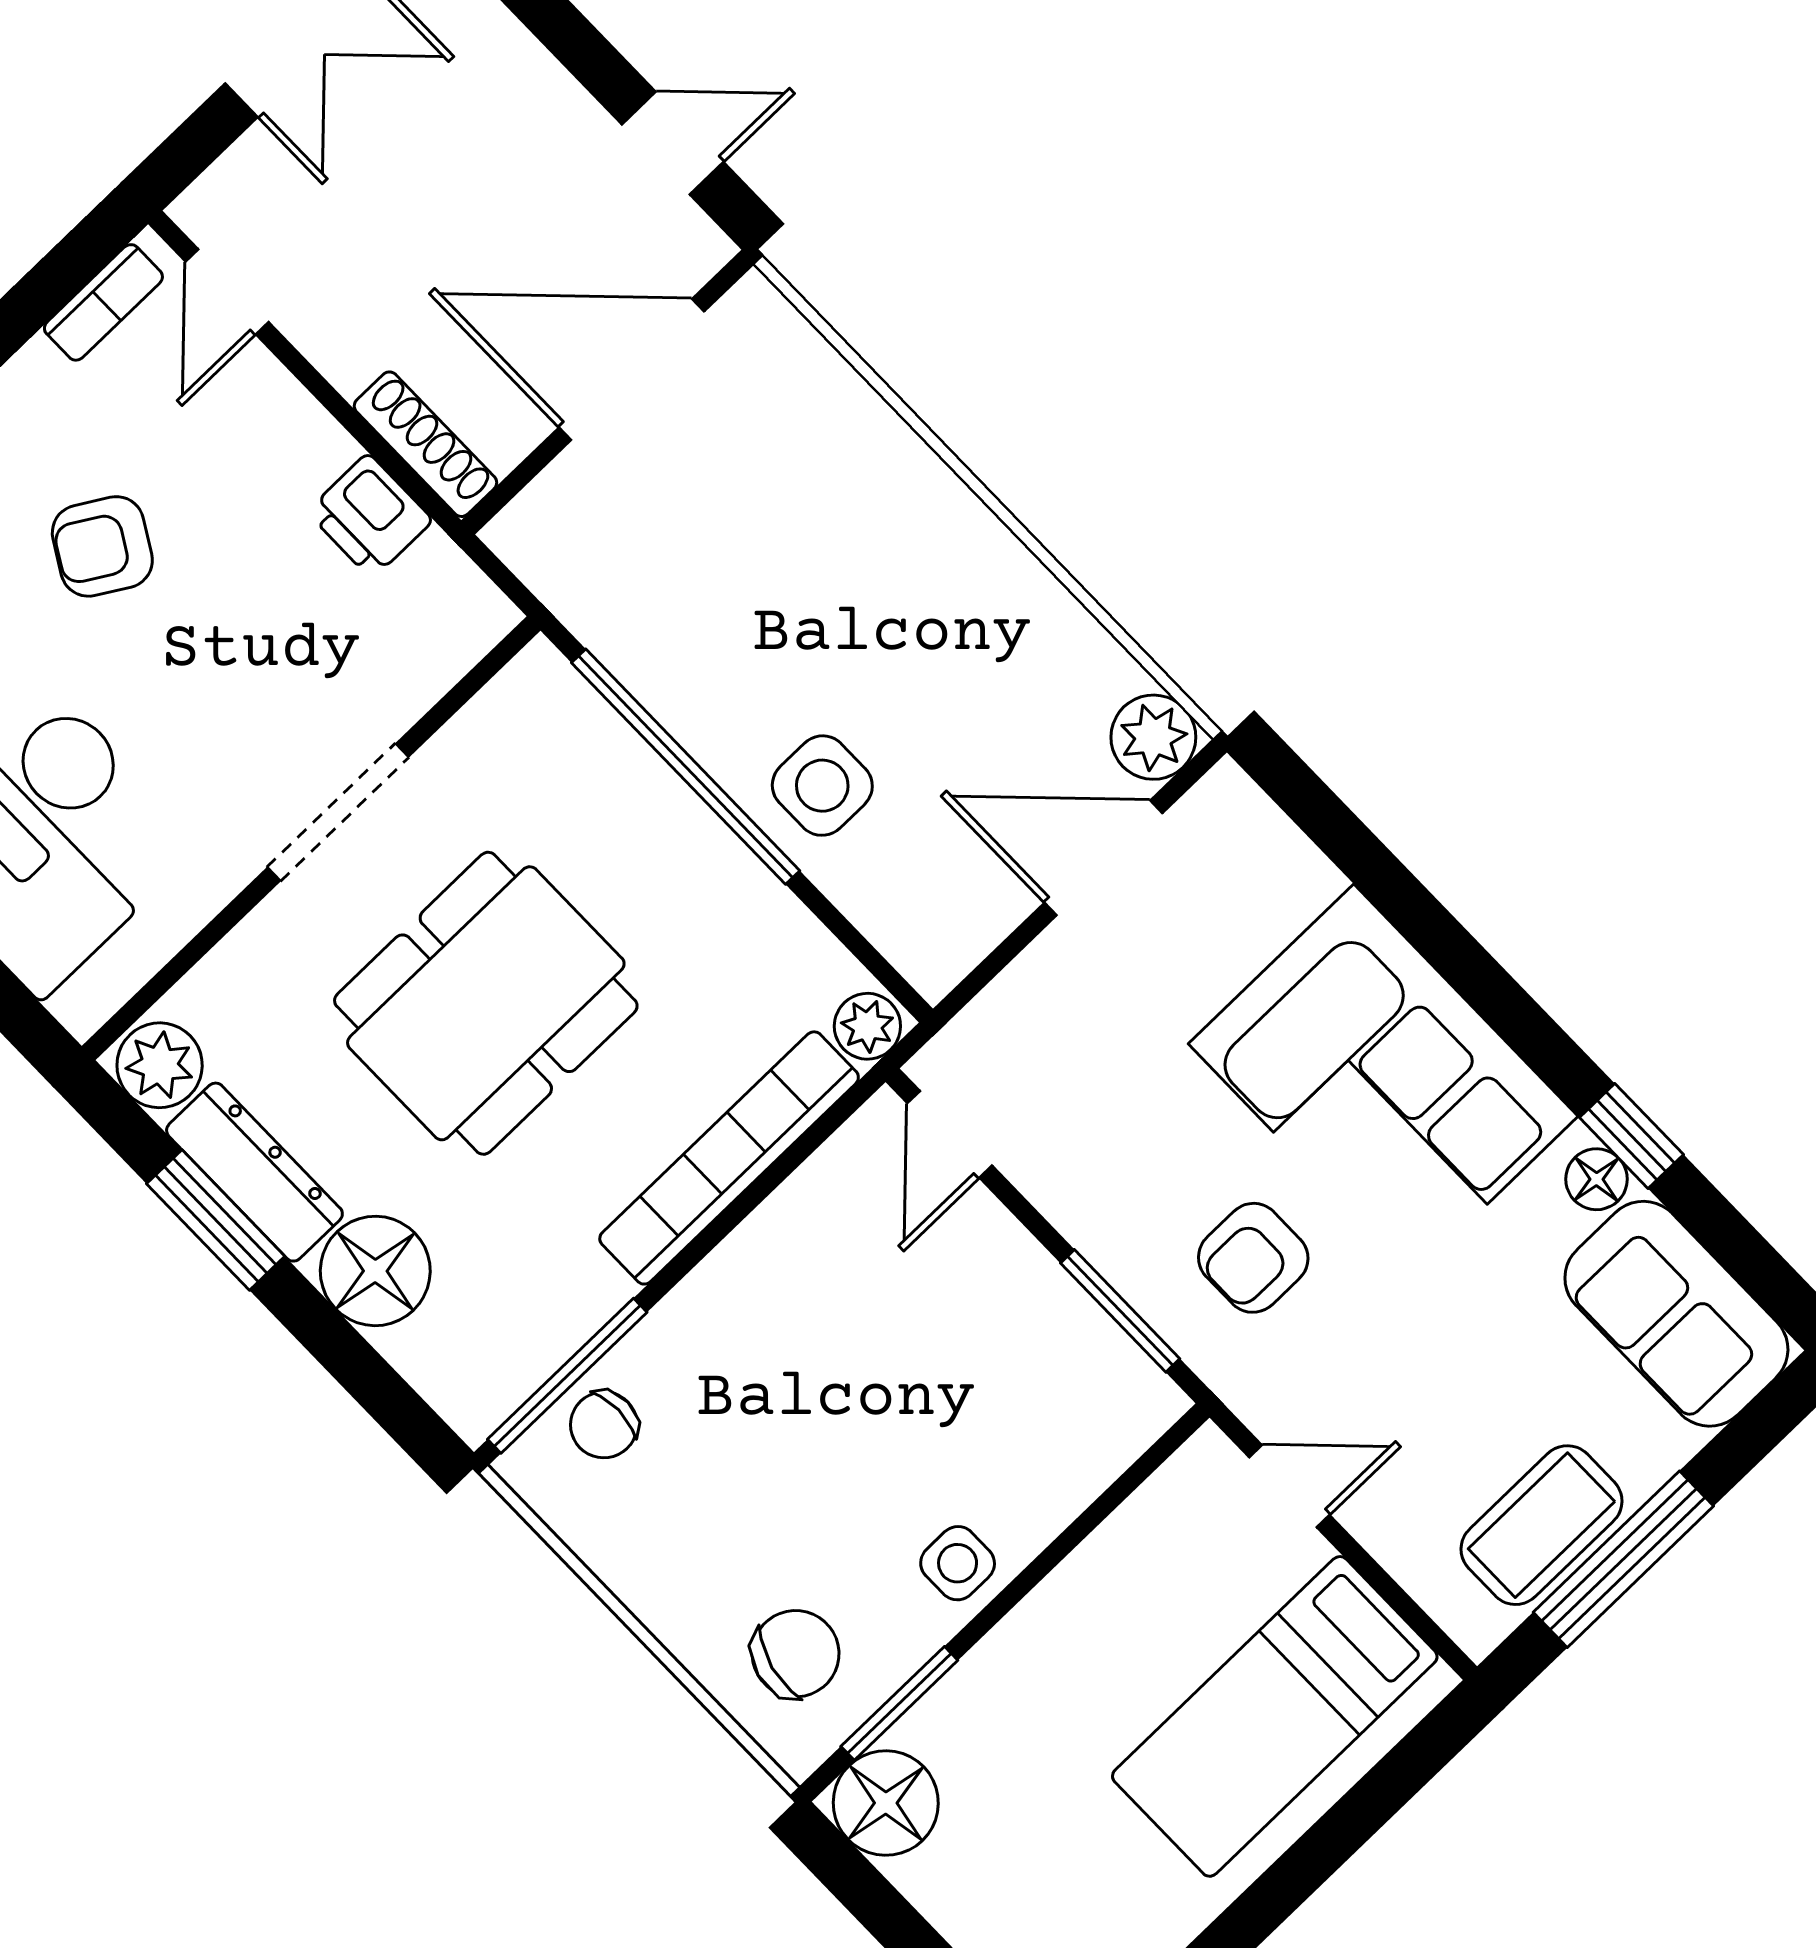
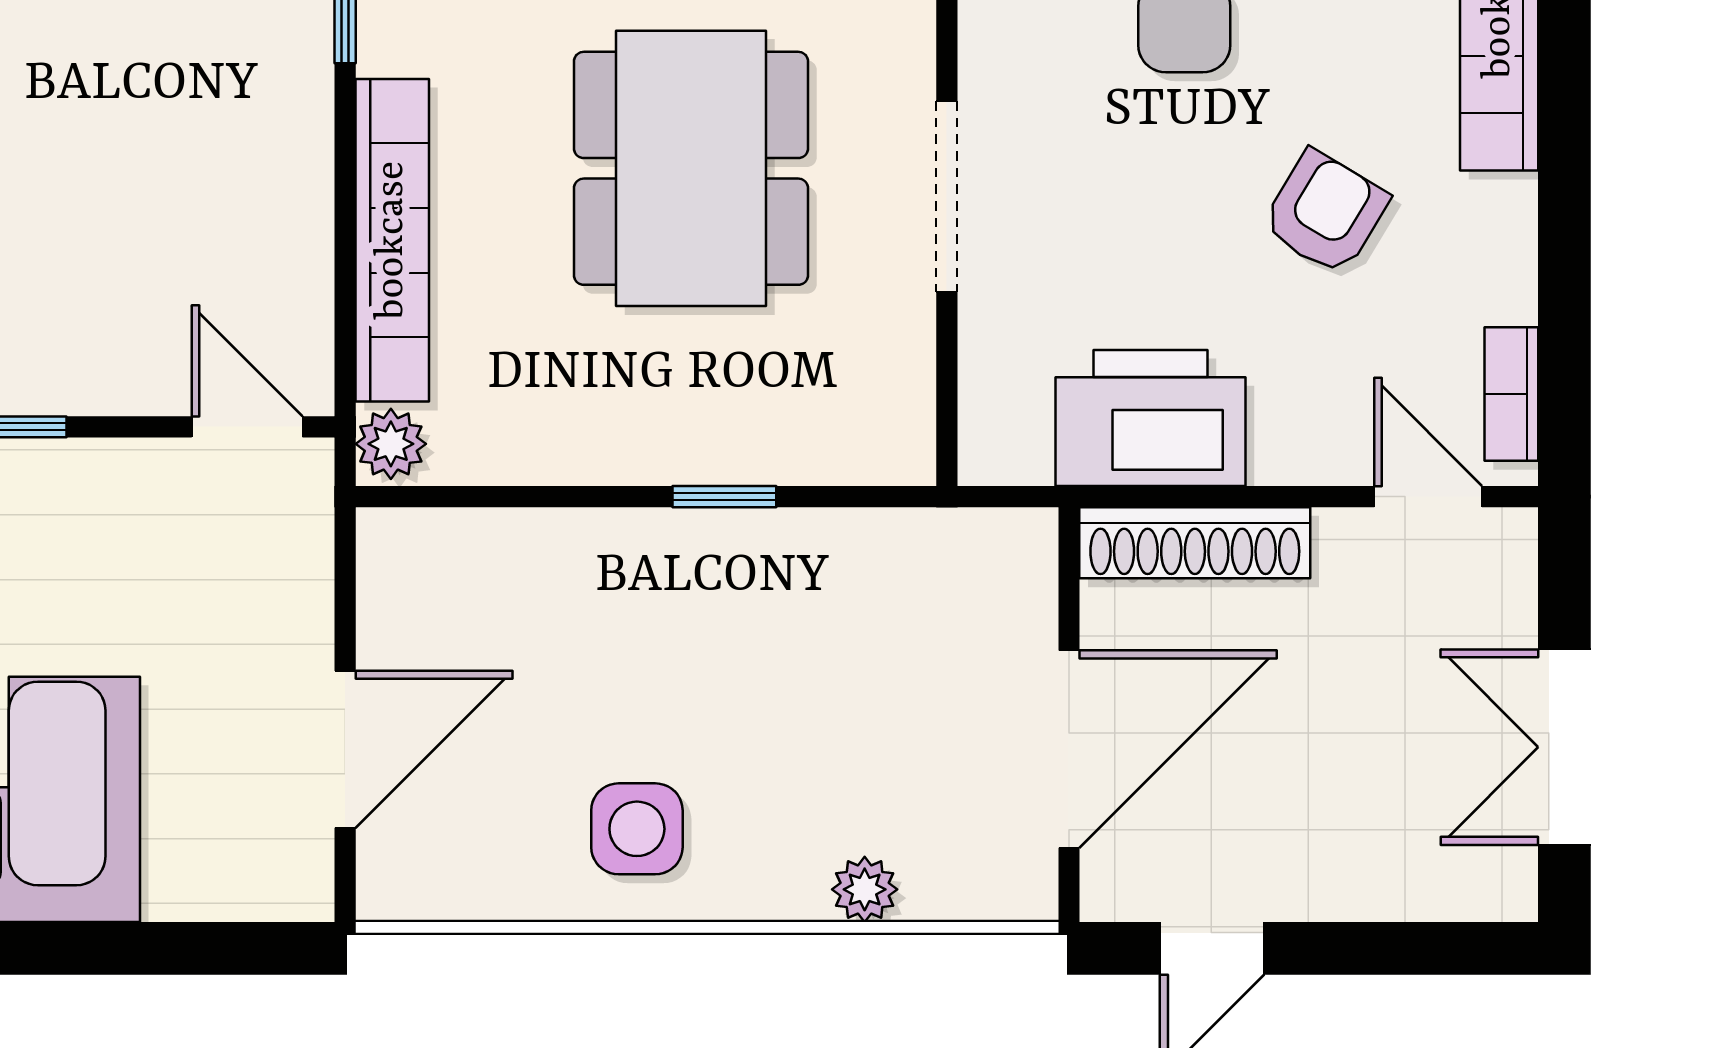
shoe rack: (425, 444) -> (1195, 543), width x1.36, depth x1.24
printer: (370, 516) -> (1150, 418), width x1.87, depth x1.48
plant: (1153, 737) -> (865, 889), moved, width x0.73, depth x0.73
window: (686, 767) -> (724, 497), width x0.32
side table: (822, 786) -> (637, 829), moved

